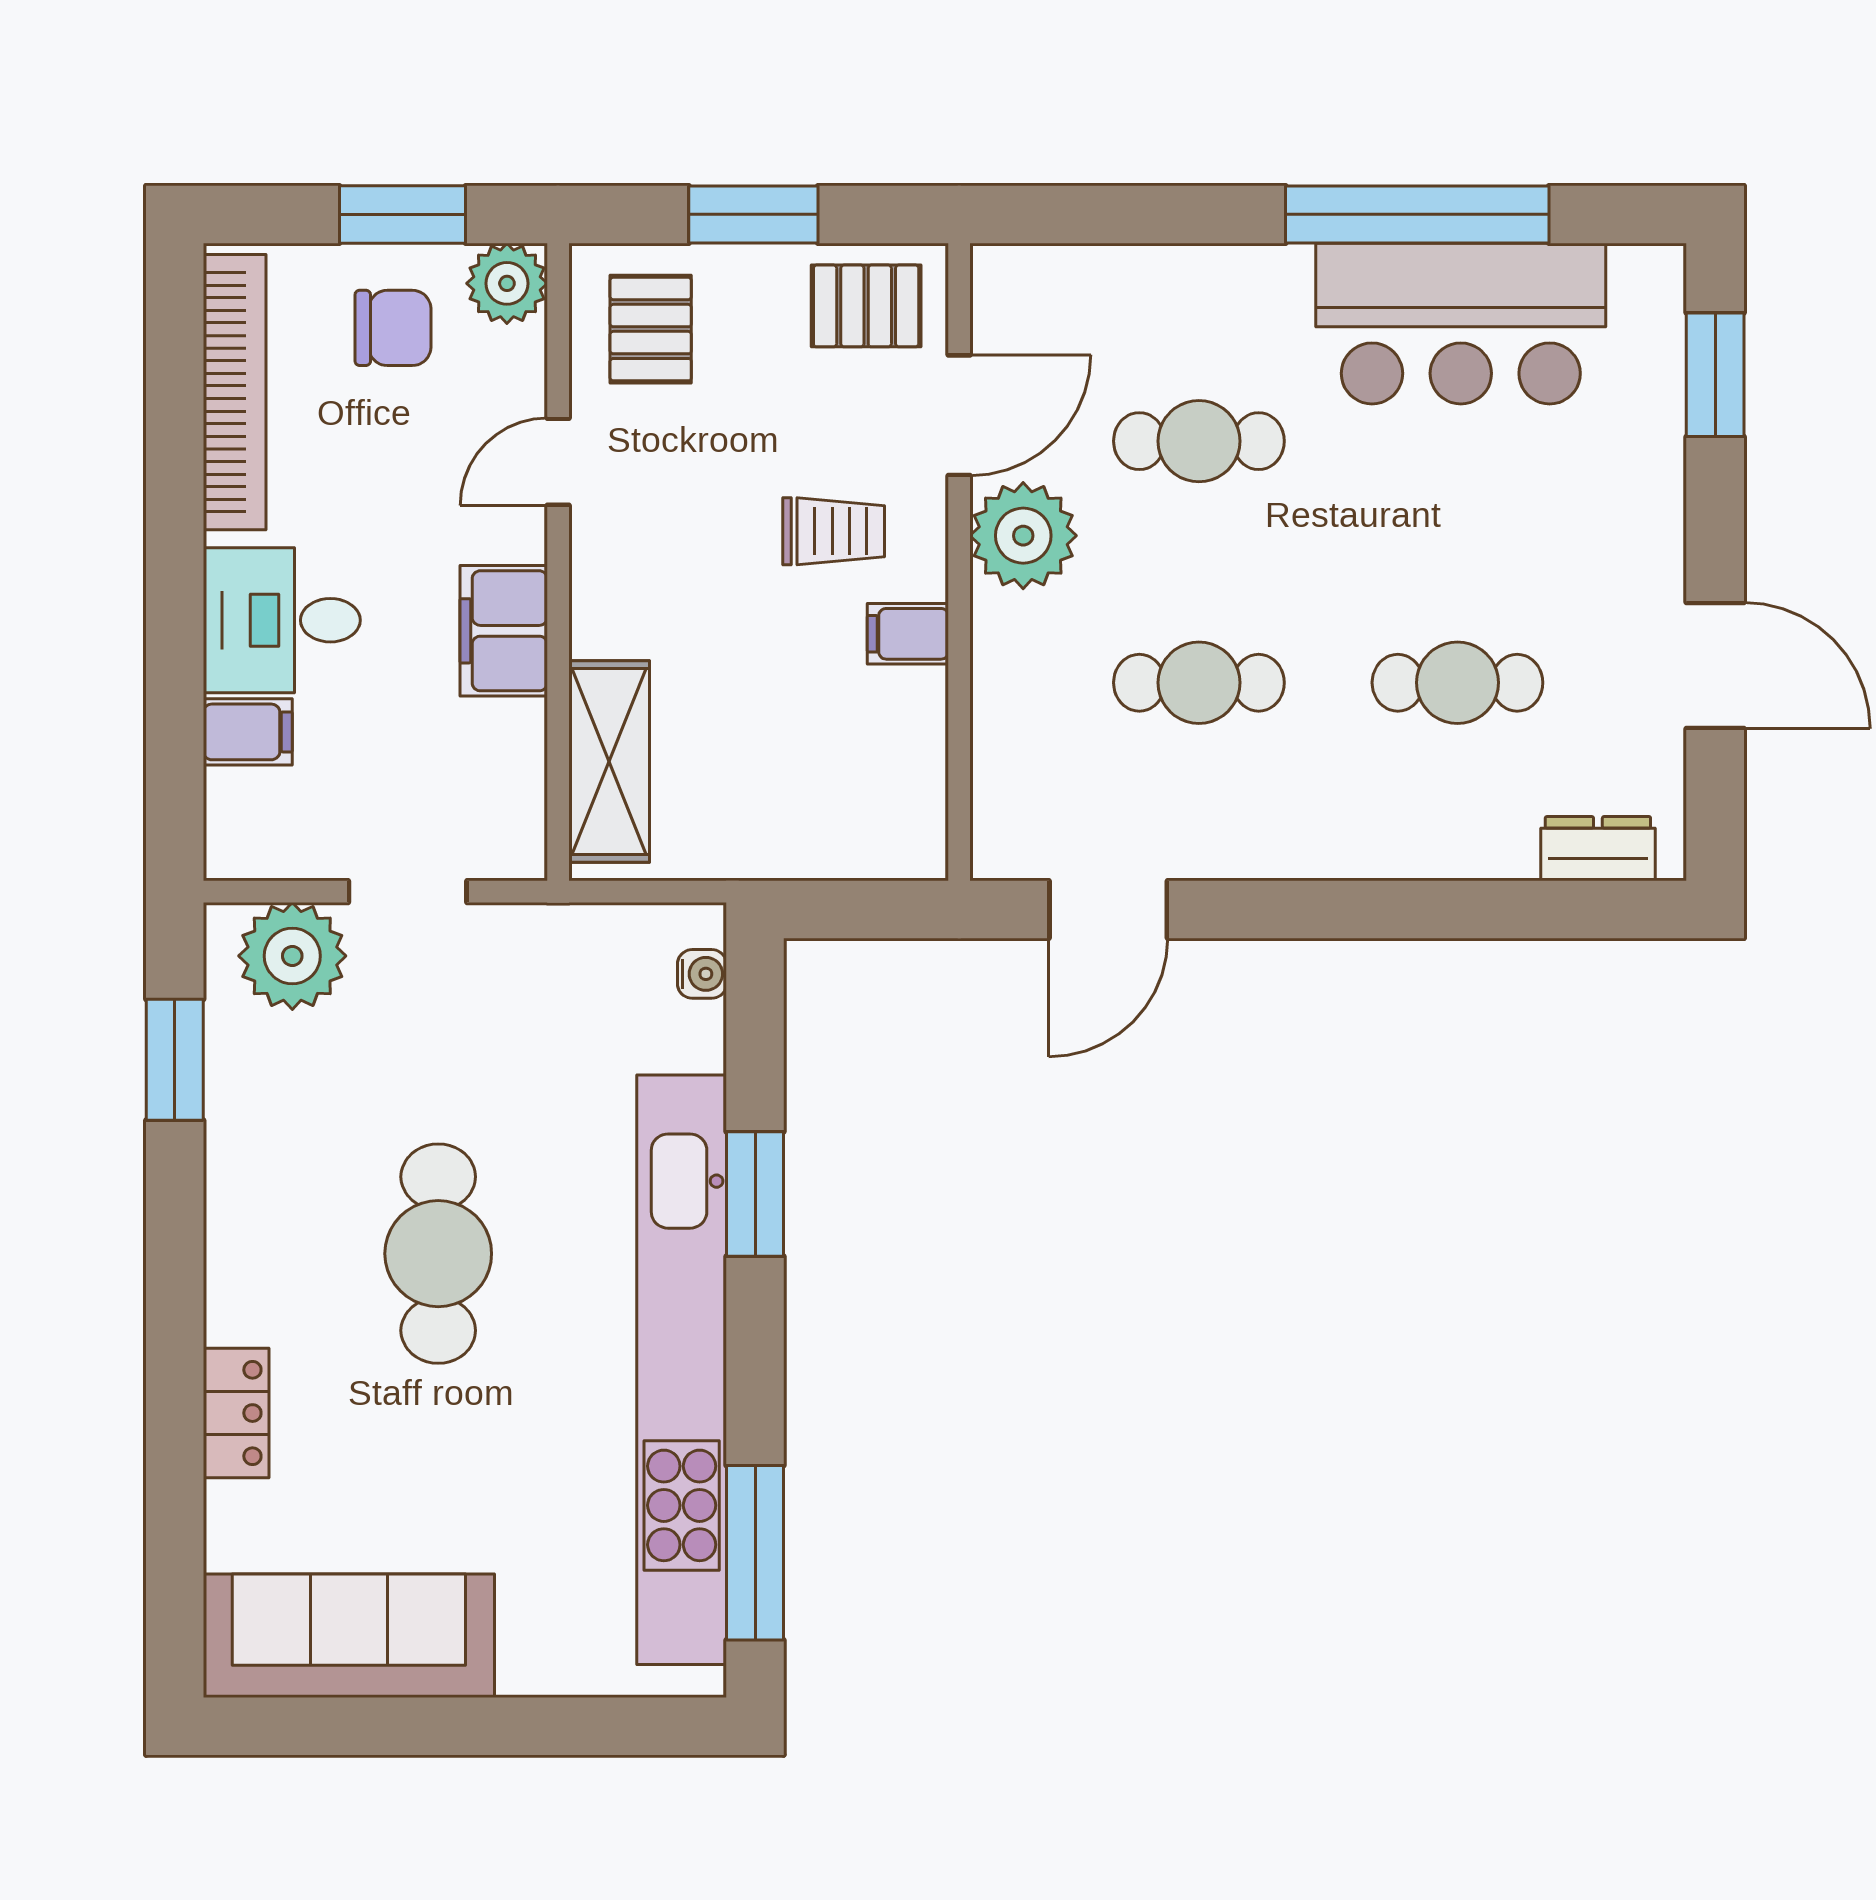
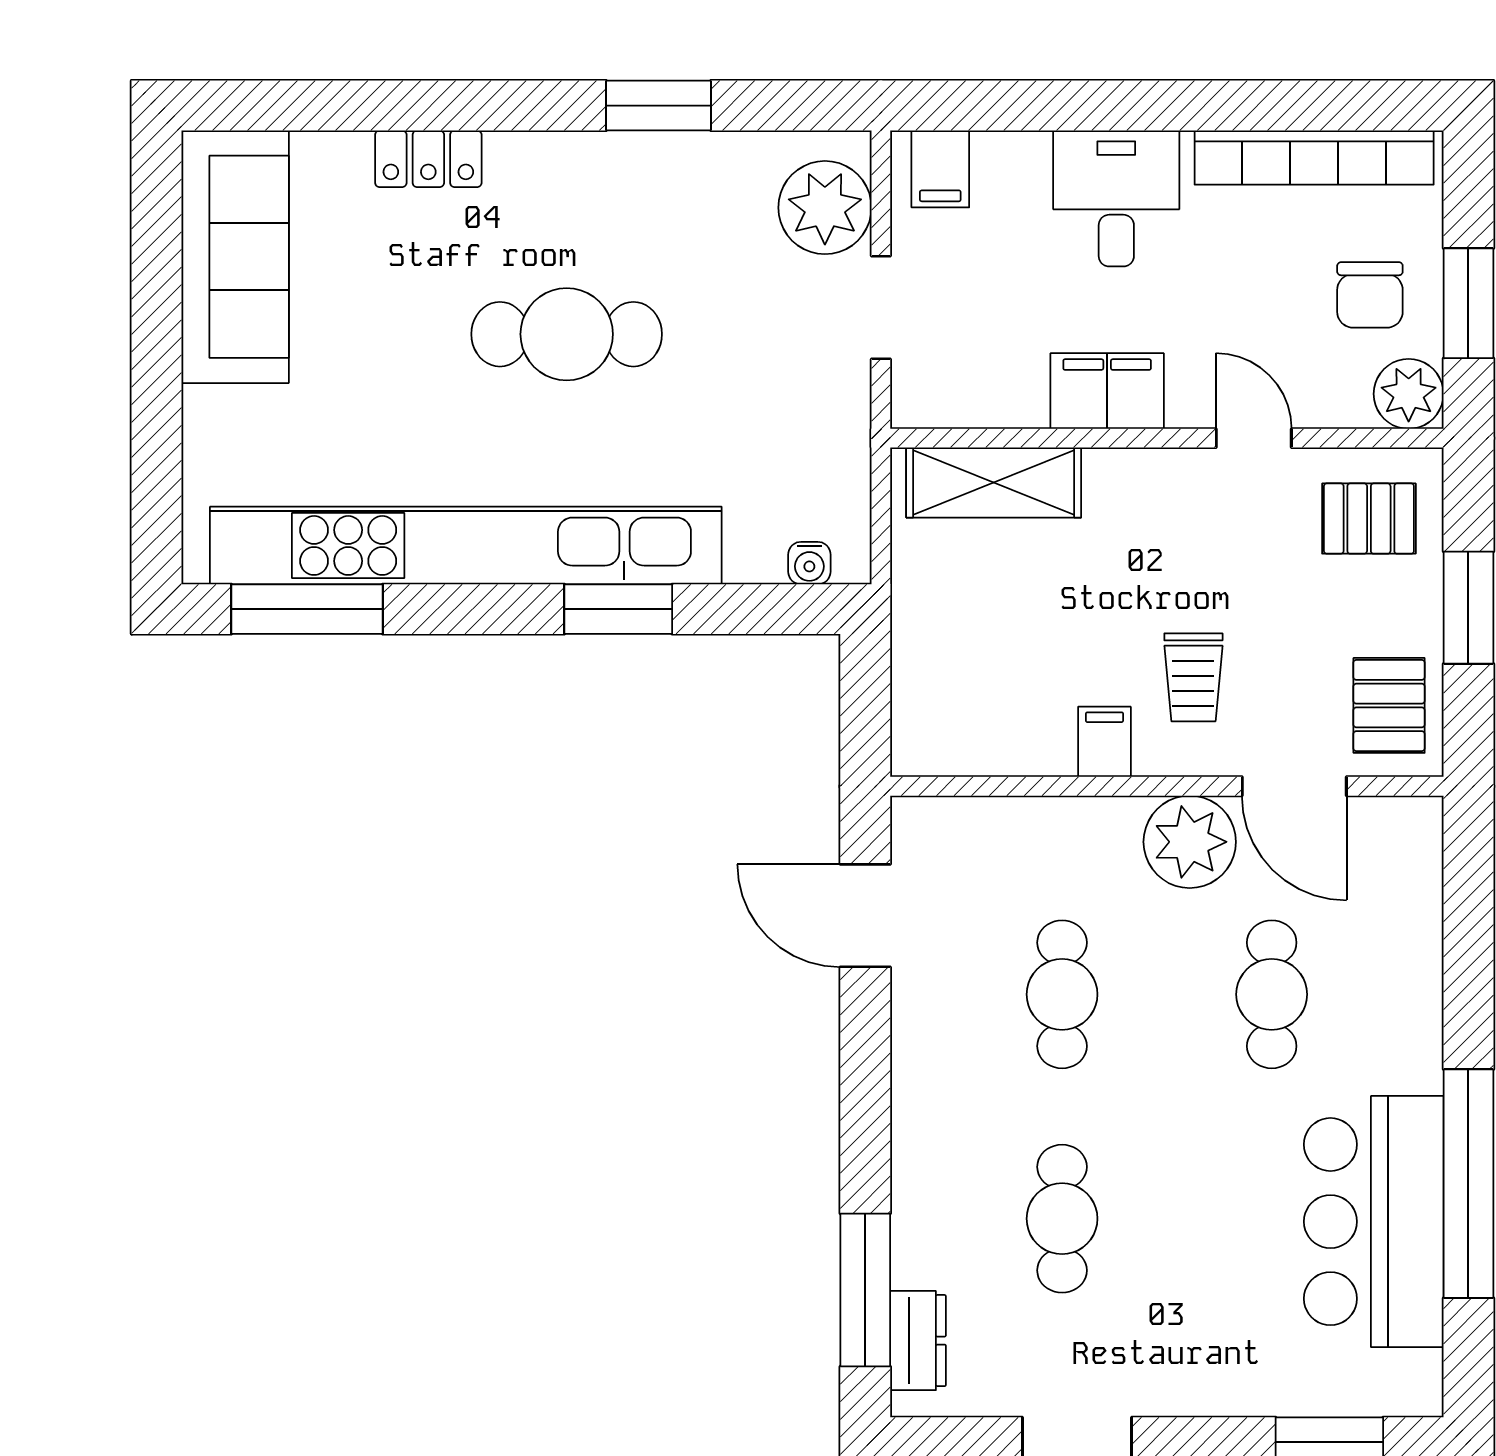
filing cabinet: (248, 732) -> (940, 169), moved
window: (1540, 909) -> (865, 1290), added
window: (175, 1060) -> (658, 106), moved

